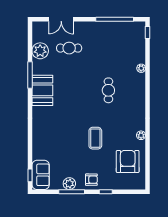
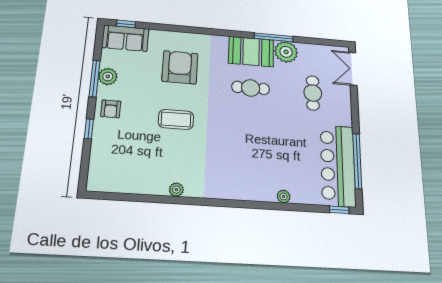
double door: (61, 19) -> (353, 69), moved
bar counter: (119, 32) -> (338, 165), added
plant: (40, 51) -> (286, 52), moved
cafe table: (108, 90) -> (251, 88), moved
armchair: (128, 161) -> (180, 67), moved, turned -90

